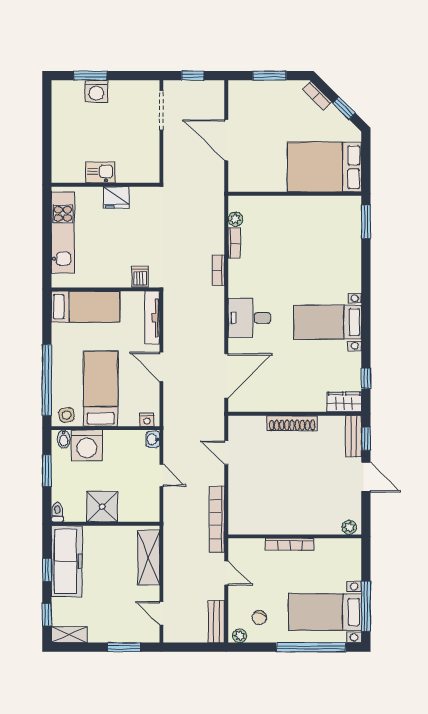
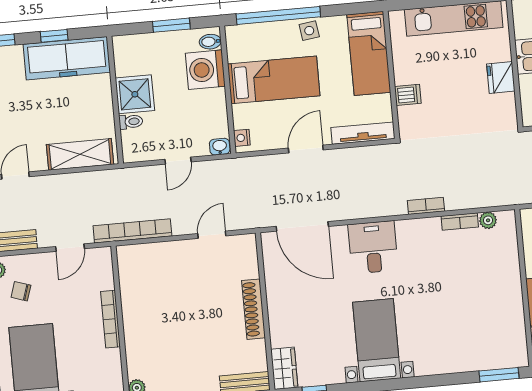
dishwasher: (140, 277) -> (408, 95), moved
side table: (67, 415) -> (309, 31), moved
toilet: (57, 512) -> (131, 122), moved

